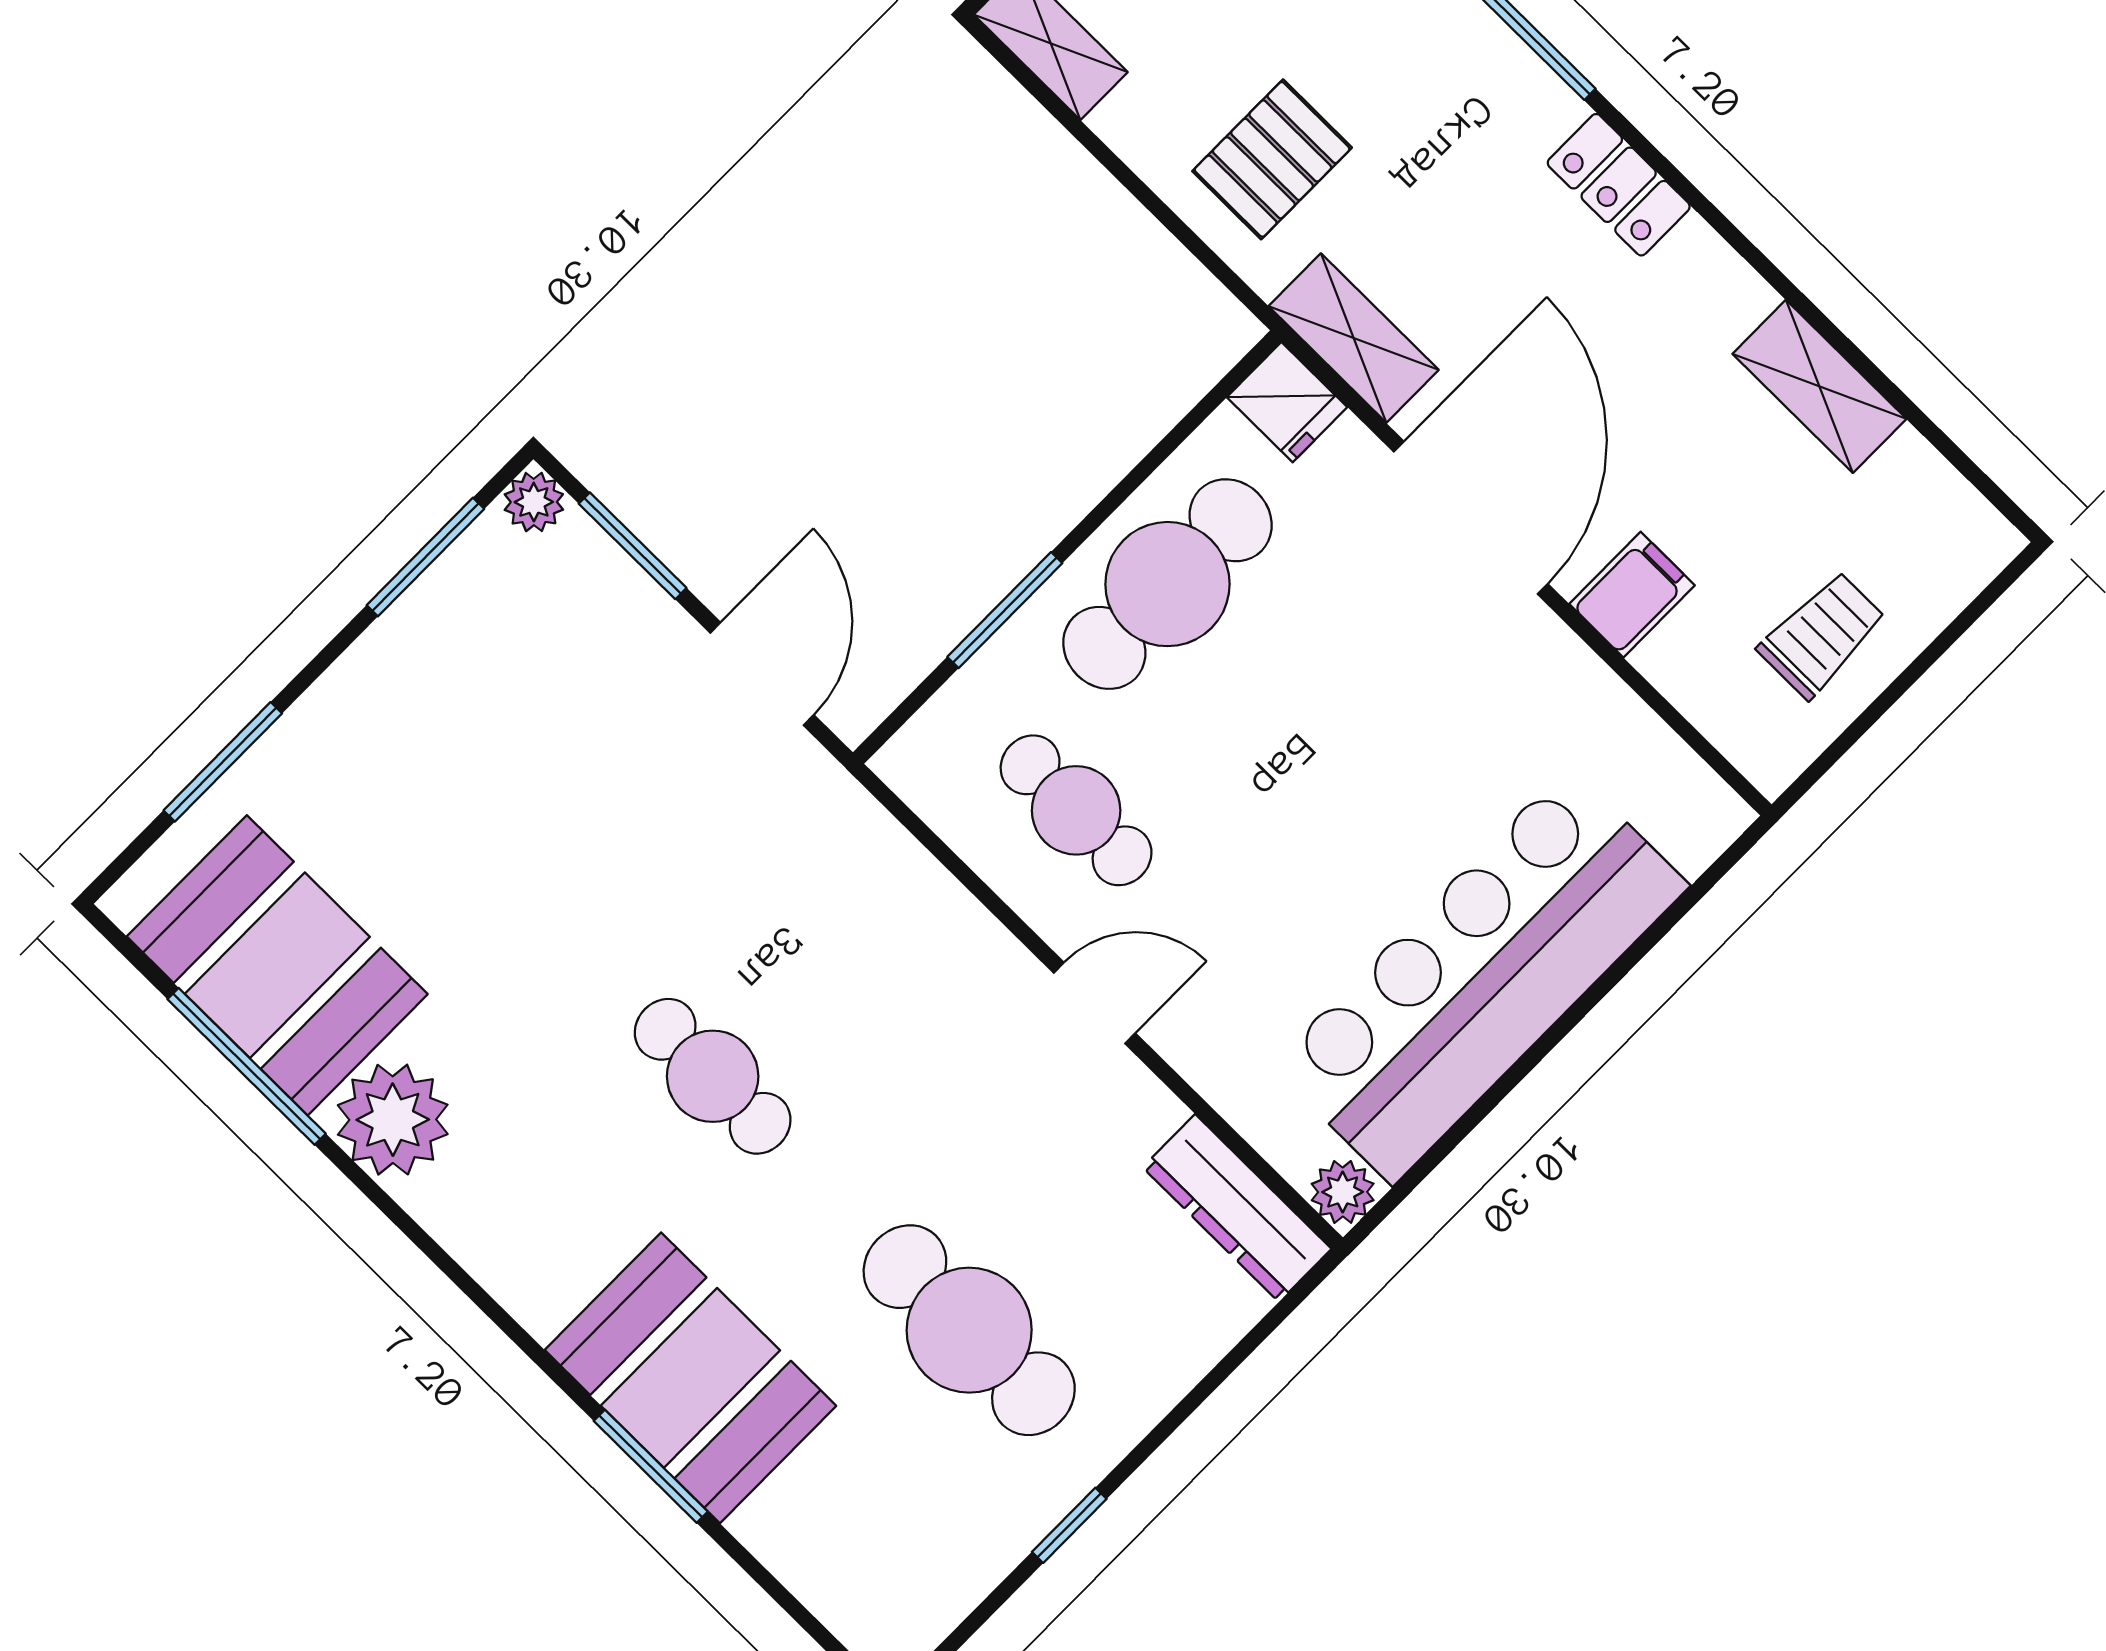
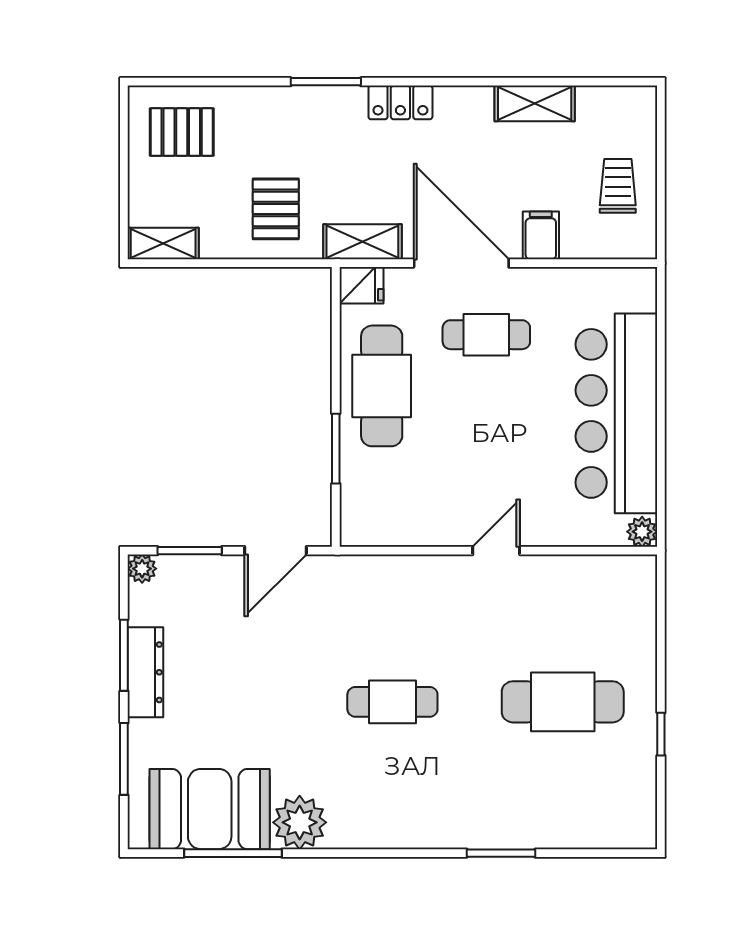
window: (425, 557) -> (124, 655), moved
door: (762, 674) -> (276, 551), swing flipped
cafe table: (1076, 810) -> (486, 335), moved
dresser: (1237, 1208) -> (145, 672), moved, turned -90
booth: (690, 1378) -> (485, 810), removed

